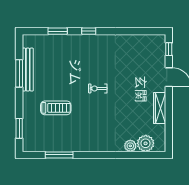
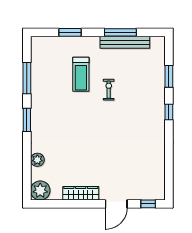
exercise bike: (98, 88) -> (109, 90), moved
window: (19, 128) -> (70, 32), moved
plant: (146, 143) -> (40, 191), moved
window: (96, 155) -> (27, 120), added

